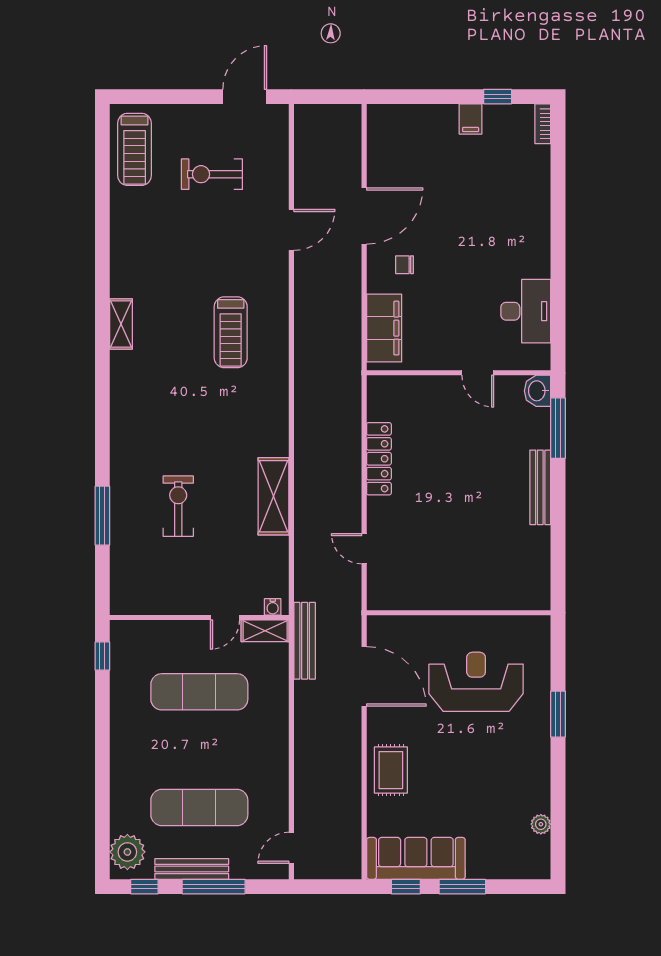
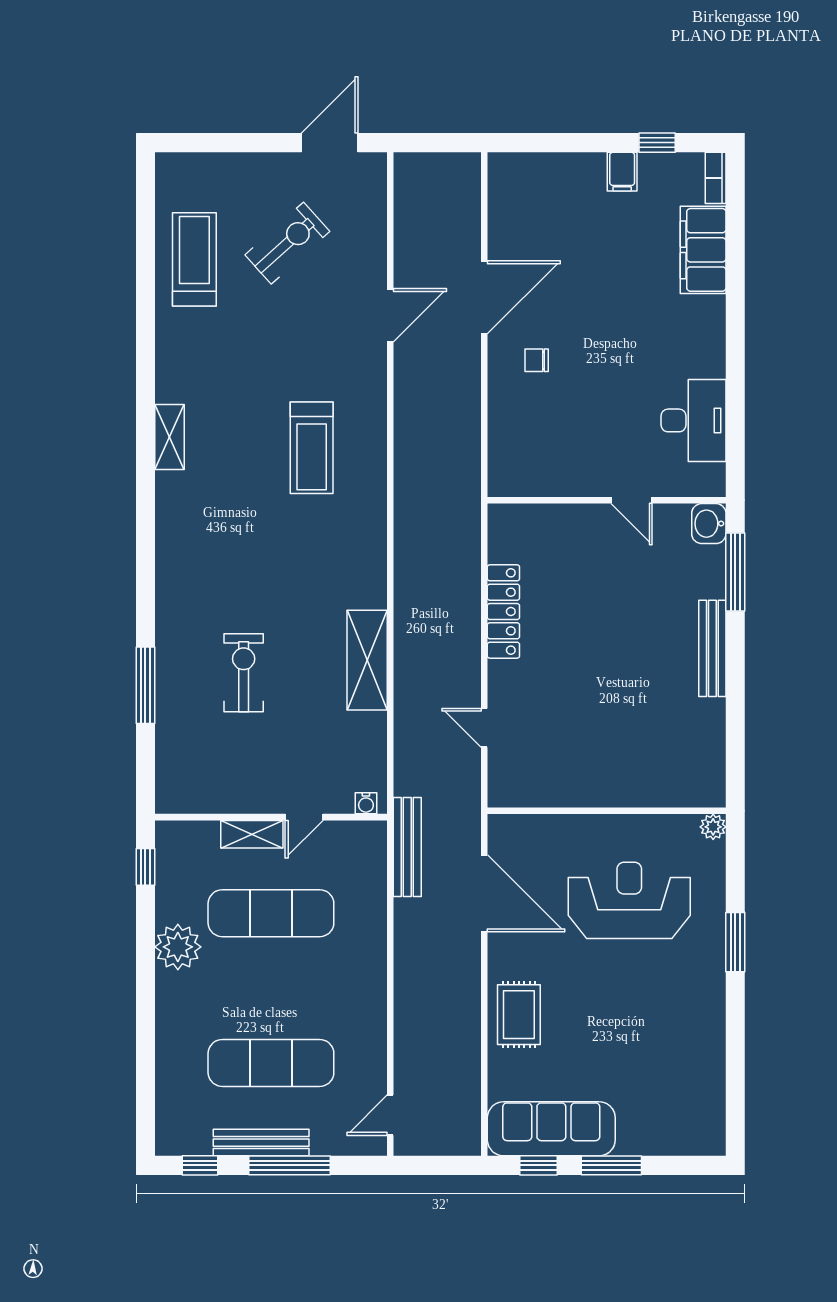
treadmill: (135, 149) -> (194, 259), moved, turned 180
exercise bike: (212, 174) -> (287, 243), turned 138
filing cabinet: (384, 328) -> (703, 250), moved, turned 180
shelving: (265, 631) -> (252, 834), moved
plant: (541, 824) -> (713, 827), moved
plant: (127, 852) -> (178, 947), moved

